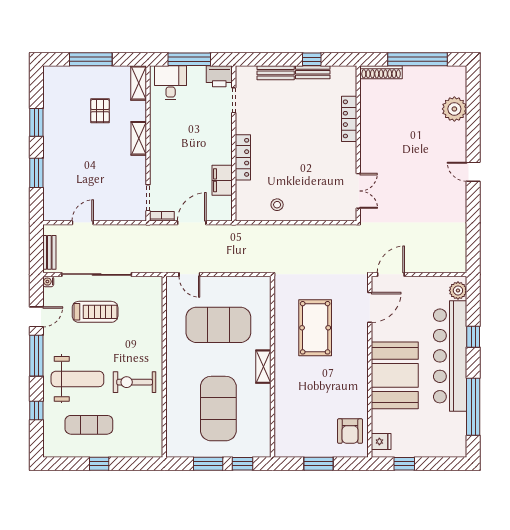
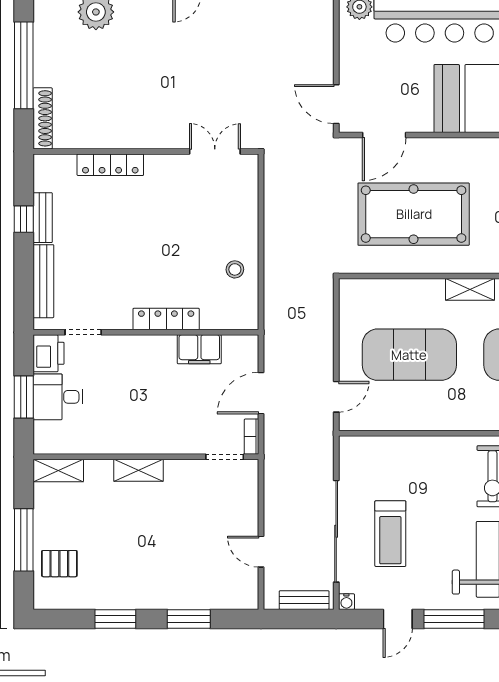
window: (189, 59) -> (24, 397), width x0.69
bench: (276, 73) -> (43, 281), width x1.36
desk: (171, 83) -> (58, 397), moved
pallet: (100, 111) -> (59, 564), moved
door: (192, 223) -> (261, 393), hinge flipped
door: (370, 307) -> (384, 135), swing flipped
treadmill: (95, 312) -> (390, 534), turned 180
door: (36, 317) -> (398, 619), swing flipped
exercise mat: (218, 325) -> (409, 355), turned 90
pool table: (315, 328) -> (414, 214), width x1.36, depth x1.32

